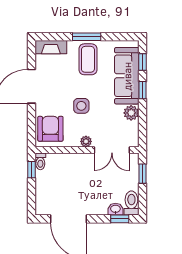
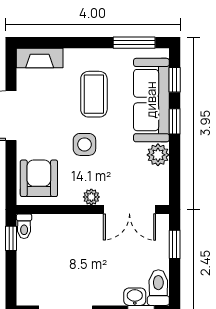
window: (87, 37) -> (134, 43), moved
coffee table: (88, 59) -> (94, 94), moved

